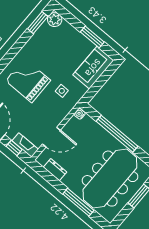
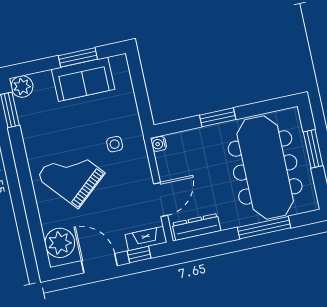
sofa: (93, 68) -> (83, 79), moved, turned -90
grand piano: (28, 81) -> (71, 175), turned 49
window: (117, 134) -> (218, 117), width x0.47
dresser: (55, 170) -> (196, 227), width x1.44

